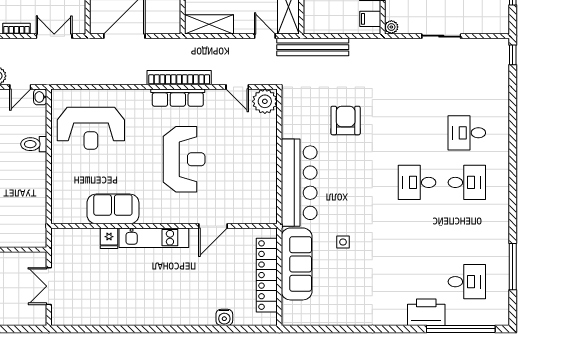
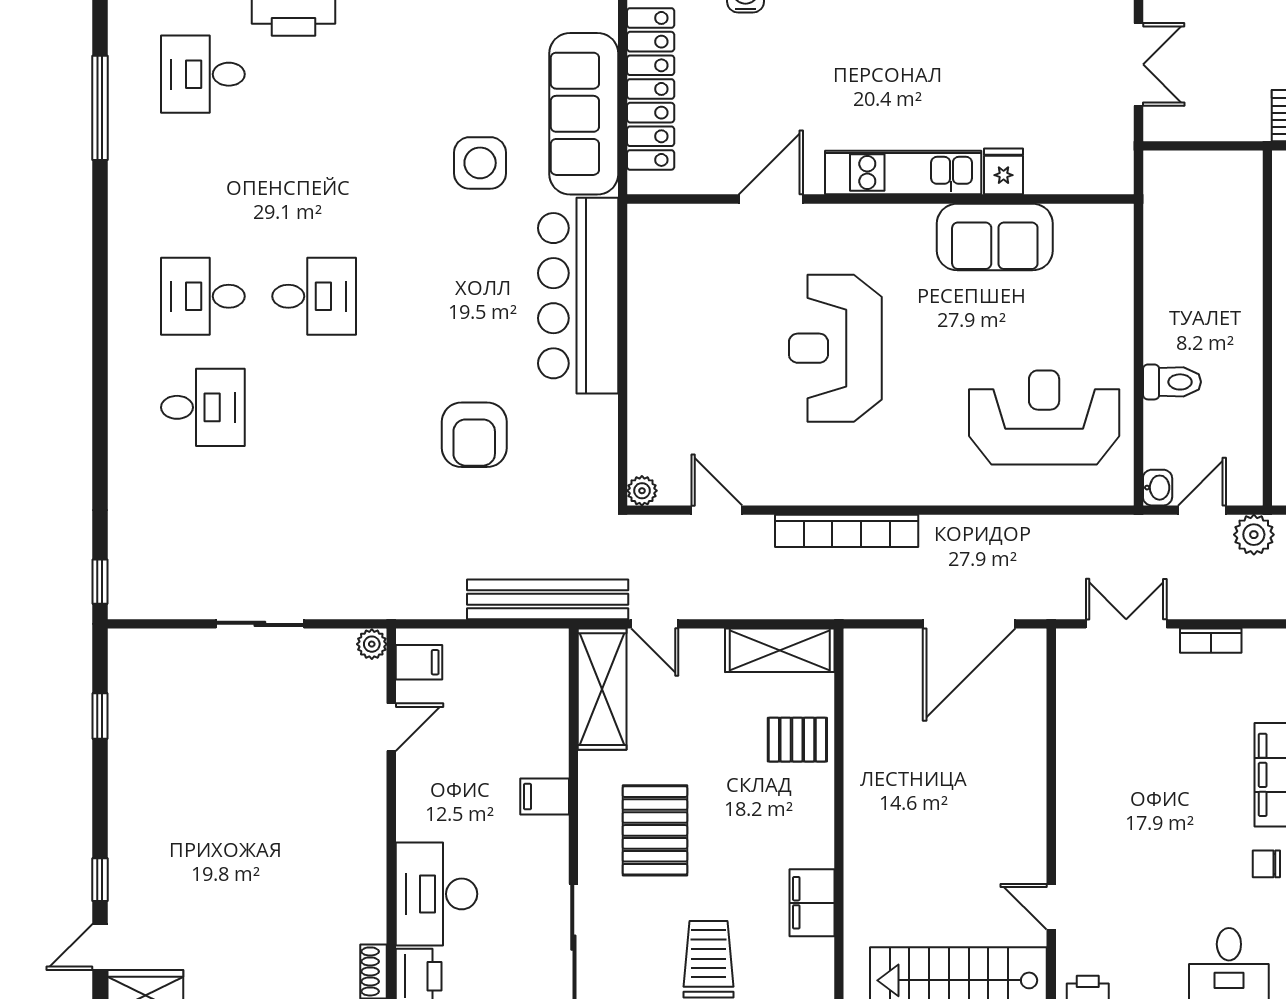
double door: (54, 36) -> (1126, 624), swing flipped
row of seats: (178, 98) -> (850, 486), removed
plant: (265, 101) -> (642, 491), width x0.53, depth x0.53
side table: (343, 242) -> (480, 163), width x1.87, depth x1.87

